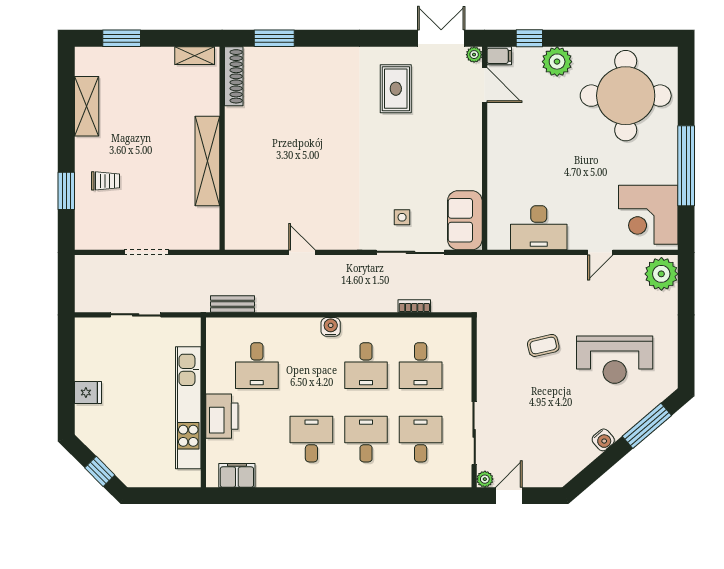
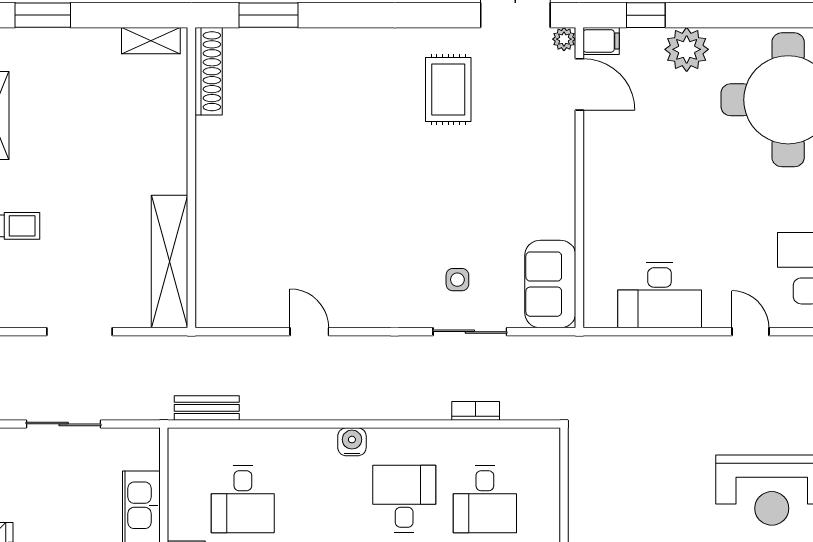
shelving: (207, 161) -> (170, 261), moved
sliding door: (410, 252) -> (470, 332), width x0.73
door: (600, 252) -> (750, 332), swing flipped
coffee table: (543, 345) -> (666, 469), removed
desk: (366, 366) -> (404, 499), turned 180

